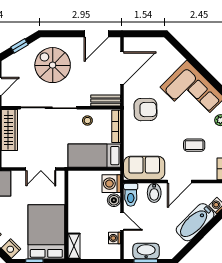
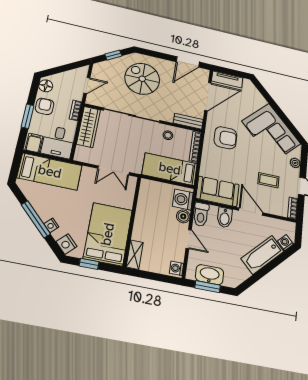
tv unit: (140, 43) -> (227, 79), added
door: (179, 181) -> (251, 212), swing flipped
washing machine: (114, 238) -> (177, 268), moved

